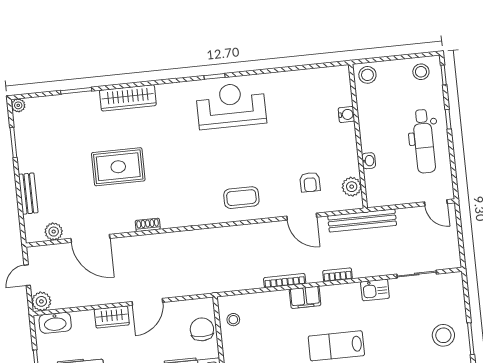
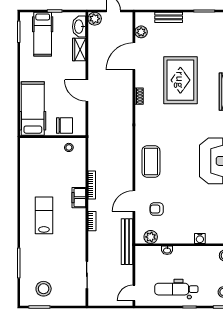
rug: (118, 167) -> (180, 80), width x1.37, depth x1.44
coffee table: (241, 198) -> (151, 161), width x1.36, depth x1.32
kitchen sink: (375, 290) -> (79, 246), removed
wardrobe: (112, 317) -> (79, 50), moved

